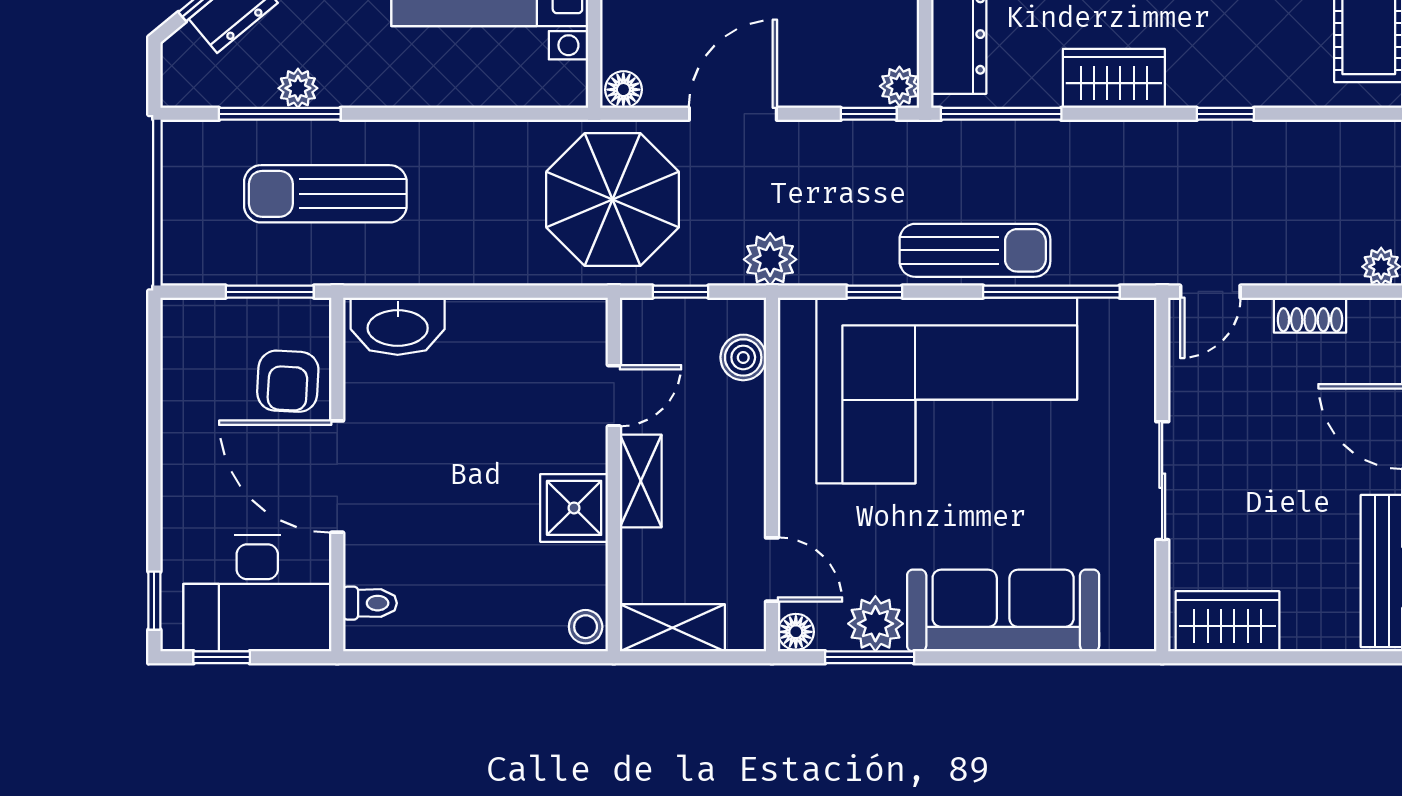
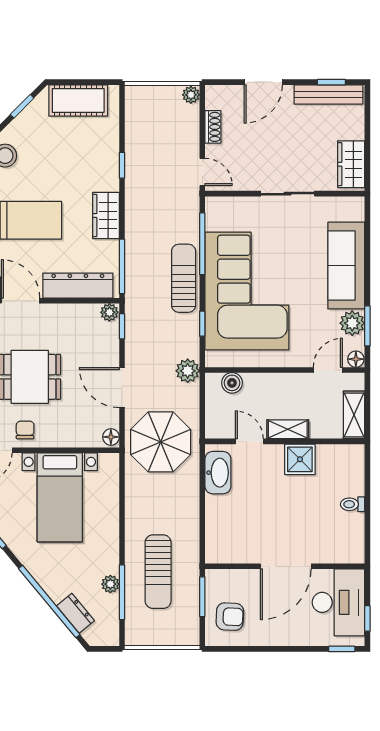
window: (681, 292) -> (202, 411), removed
washbasin: (398, 326) -> (218, 473), moved
armchair: (288, 381) -> (230, 617), moved
toilet: (370, 603) -> (353, 504), moved, turned -90
stool: (586, 627) -> (354, 454), removed

